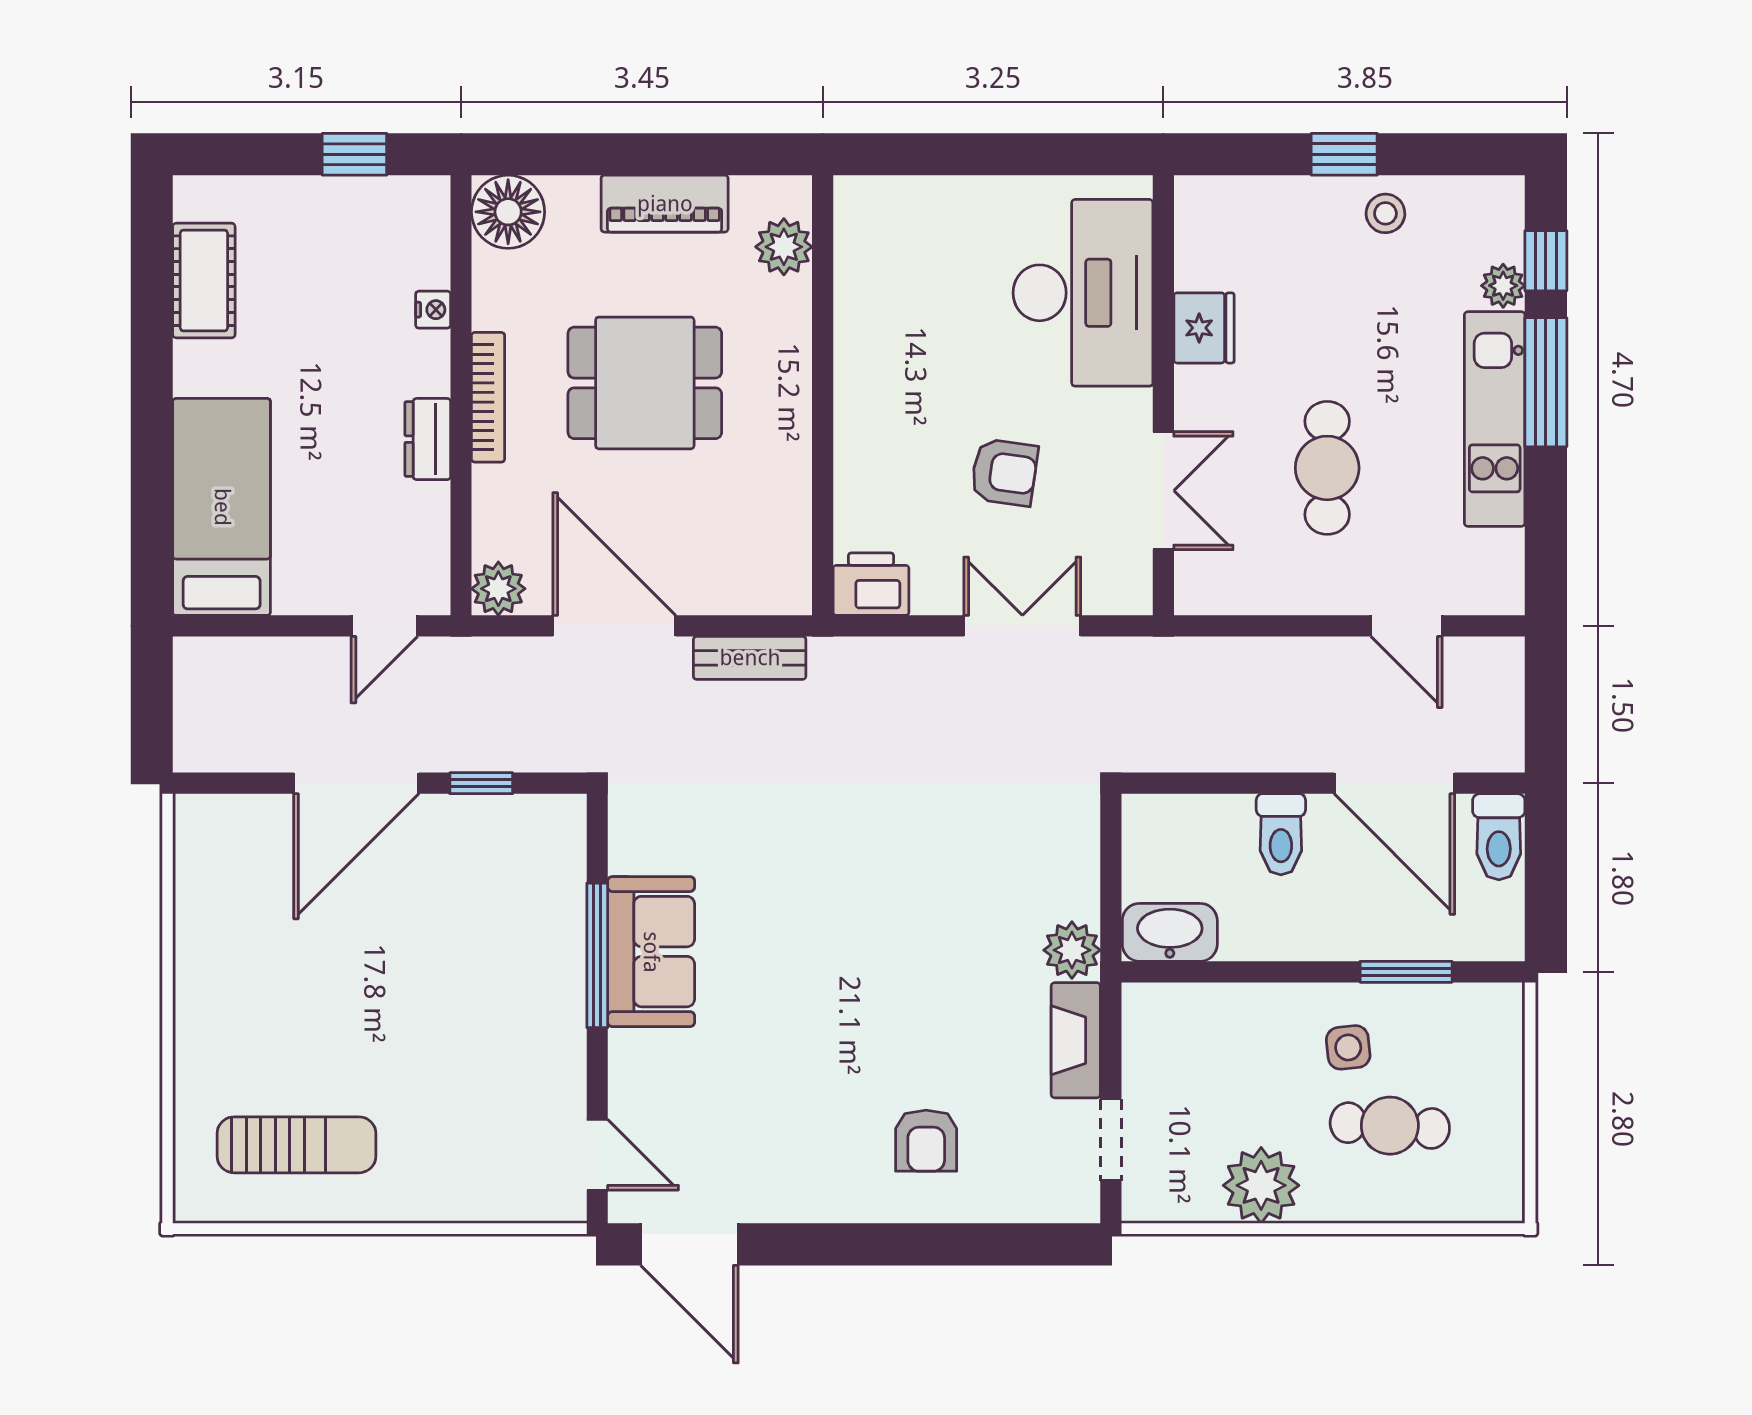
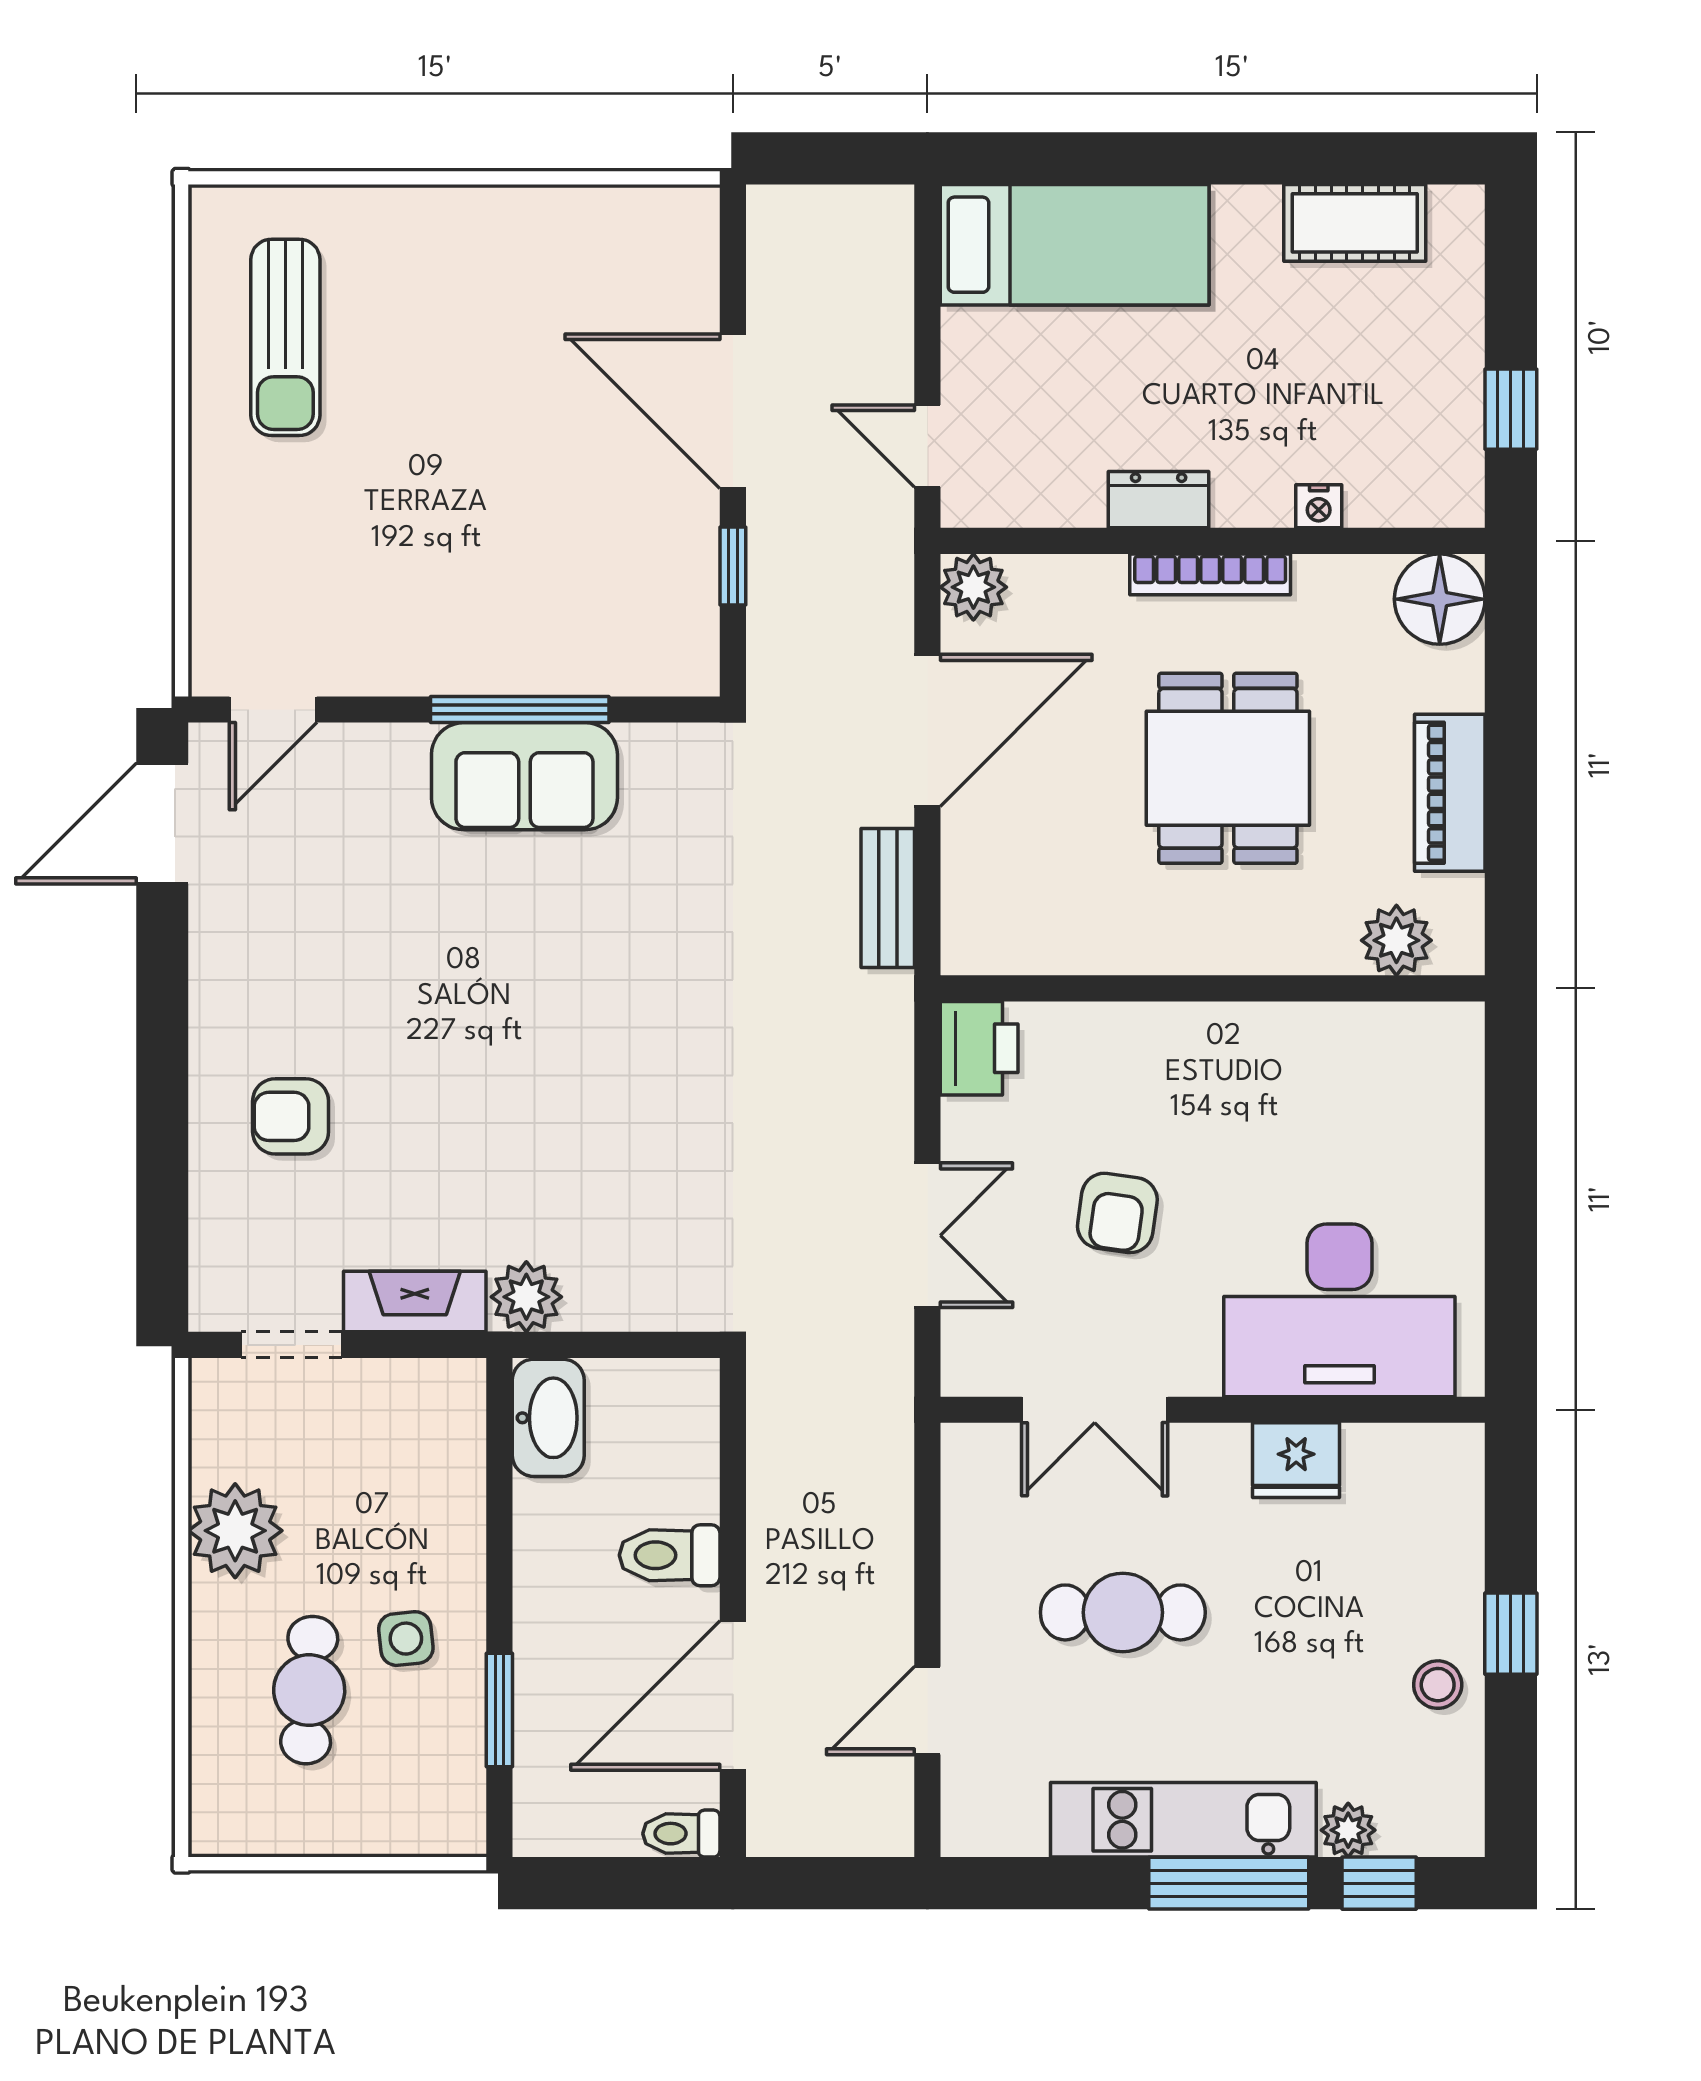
toilet: (1499, 837) -> (681, 1834), width x0.73, depth x0.72

